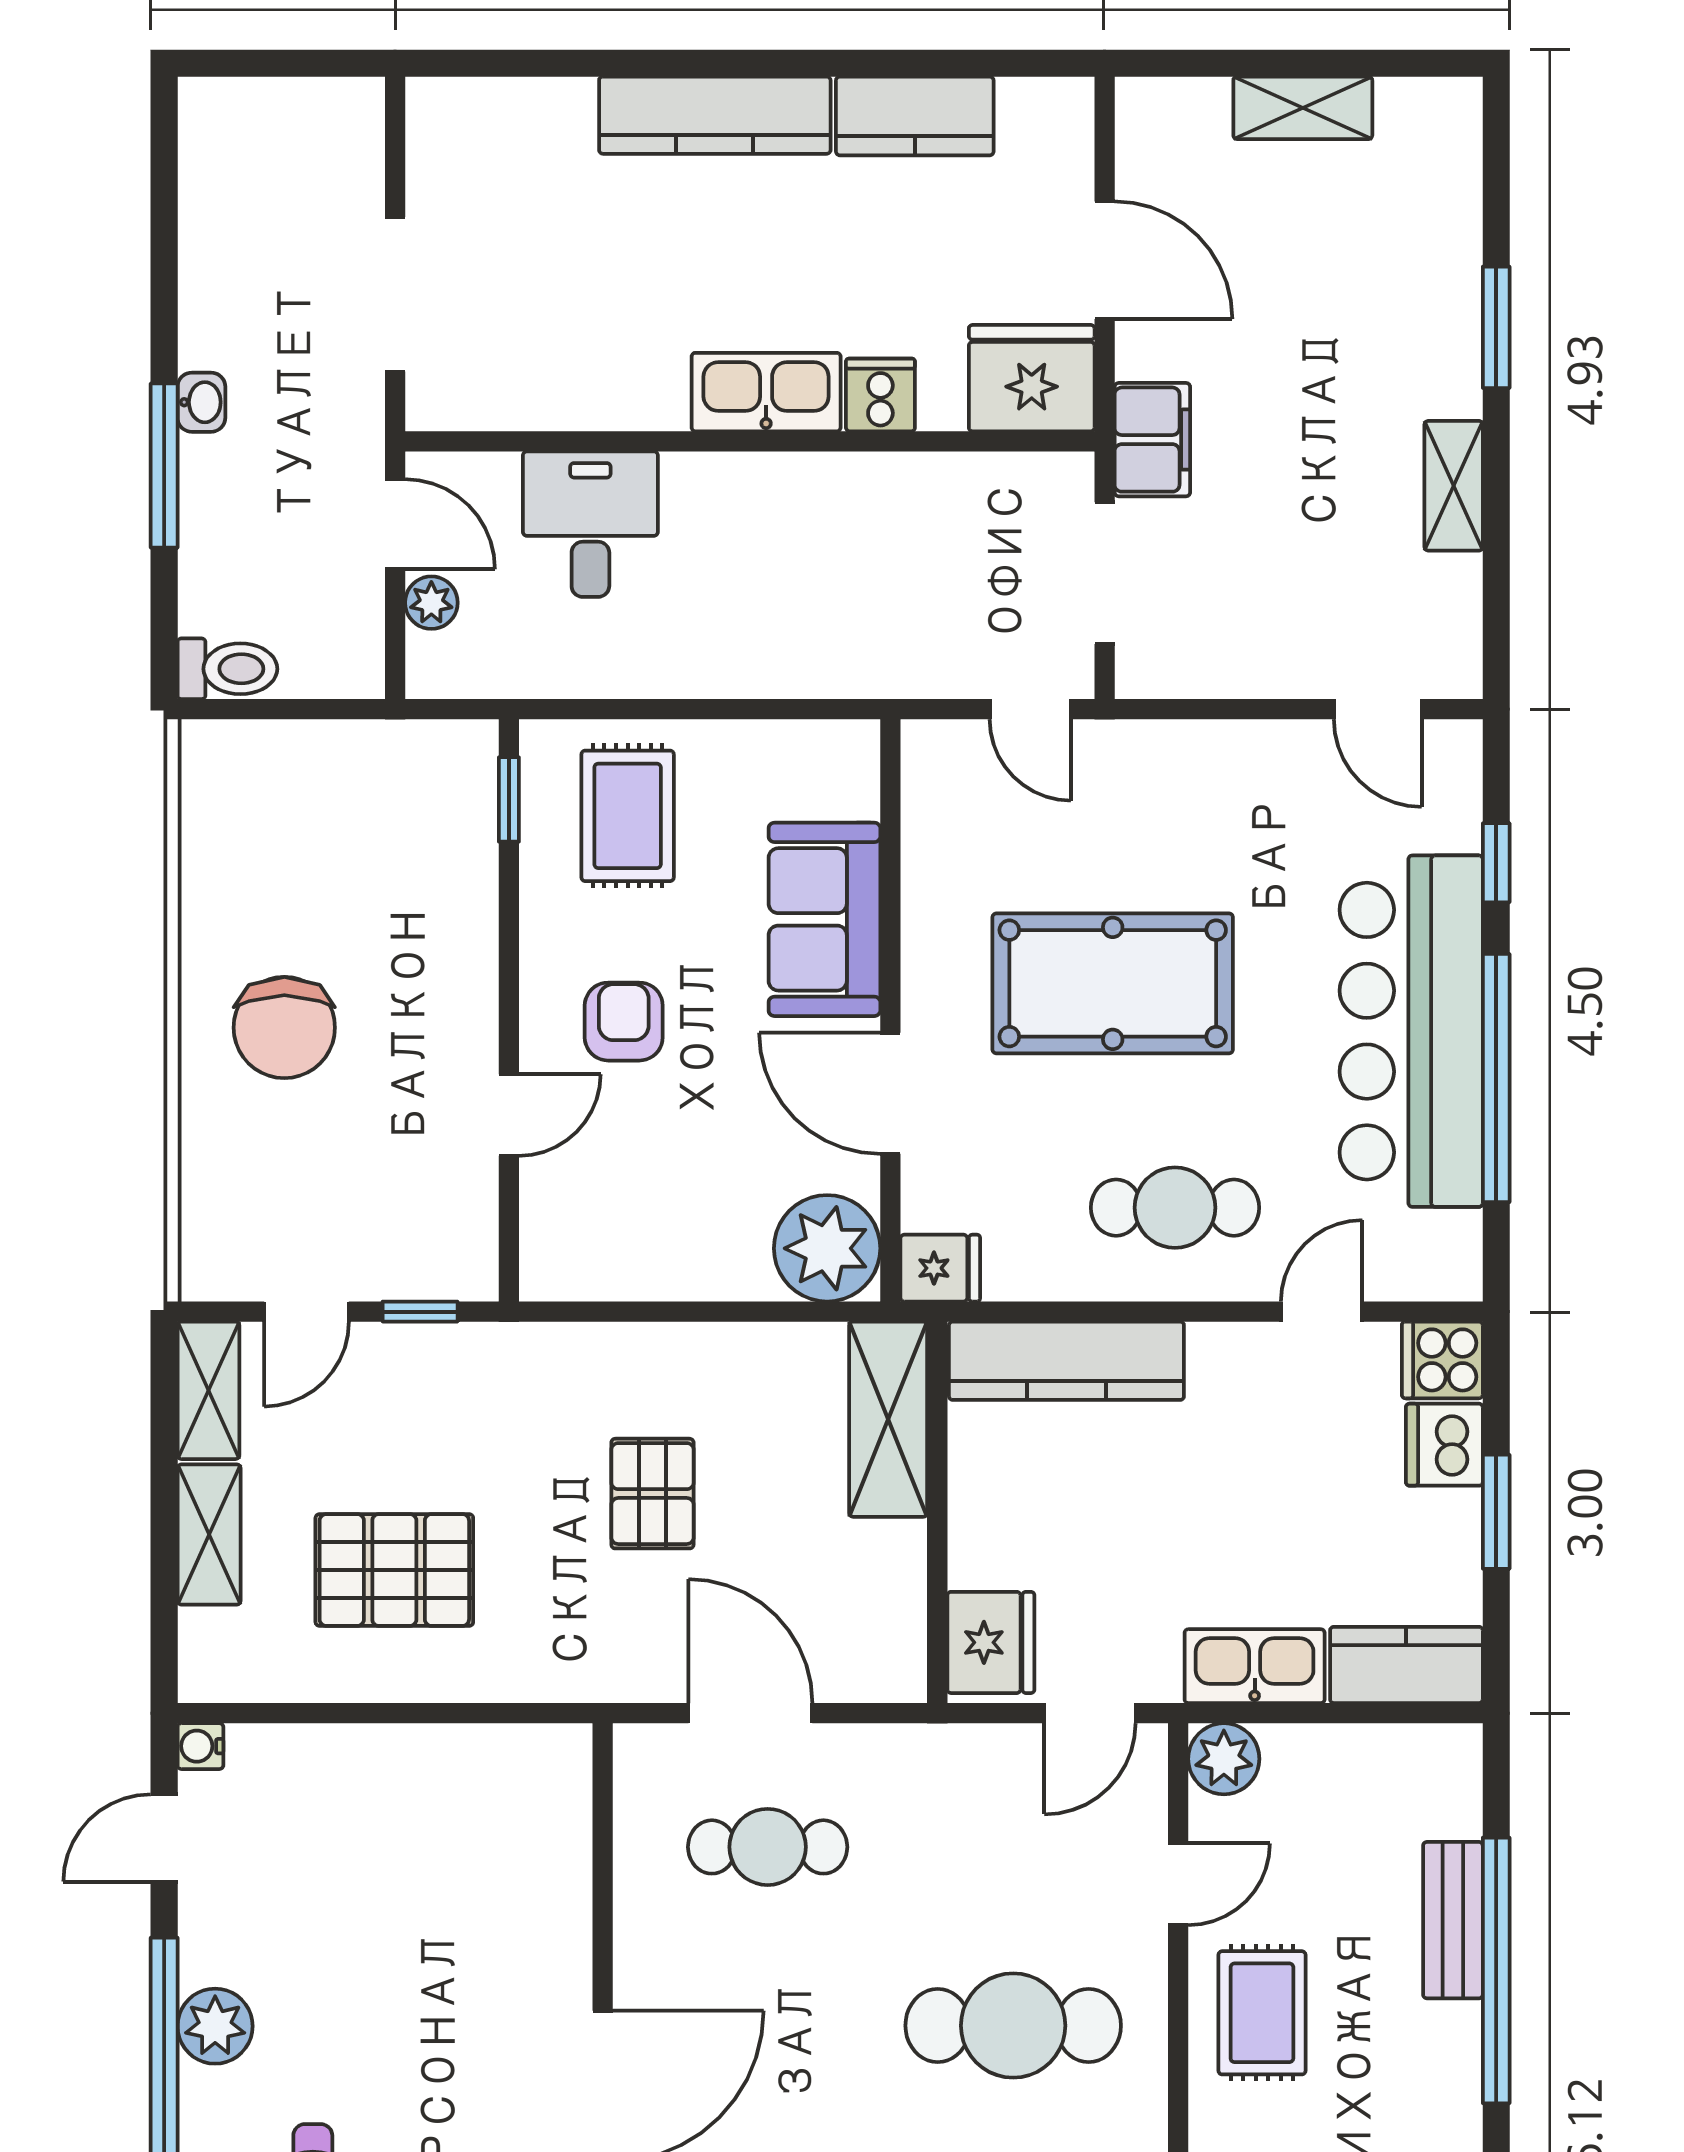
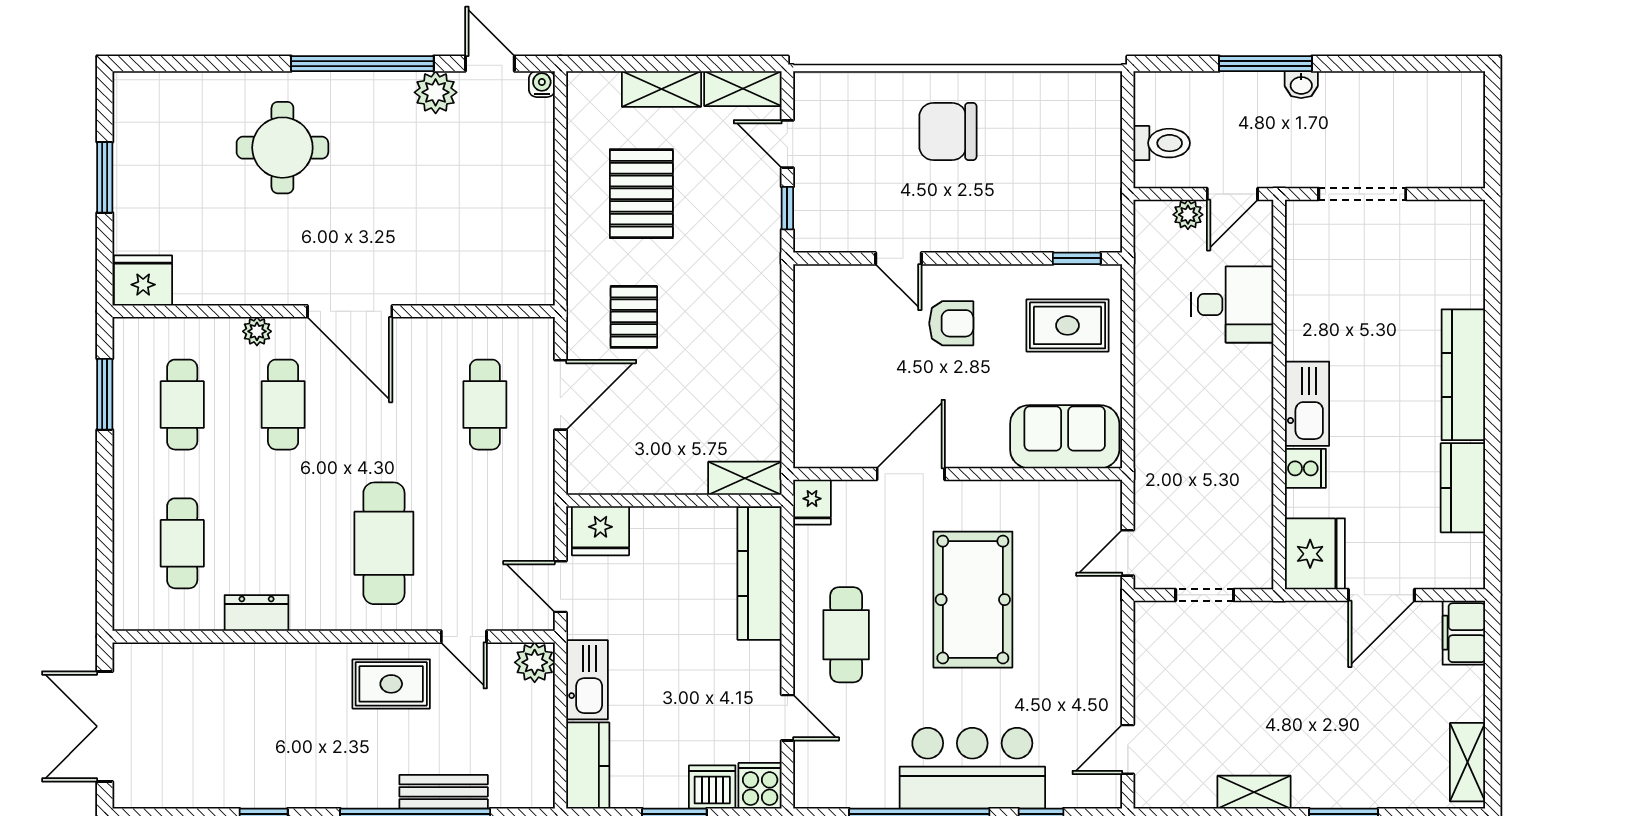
shelving: (1303, 108) -> (1468, 762), moved
filing cabinet: (1152, 440) -> (1464, 633), moved, turned 90
doorway: (1105, 573) -> (1205, 595), width x0.73
toilet: (227, 669) -> (1162, 143), moved, turned -90
sofa: (824, 919) -> (1065, 437), moved
bar counter: (1411, 1031) -> (972, 768), width x0.73
plant: (827, 1248) -> (823, 438), removed
shelving: (888, 1419) -> (745, 478), width x0.67, depth x0.75
pallet: (652, 1494) -> (634, 317), moved, turned 90
plant: (215, 2026) -> (436, 92), moved

